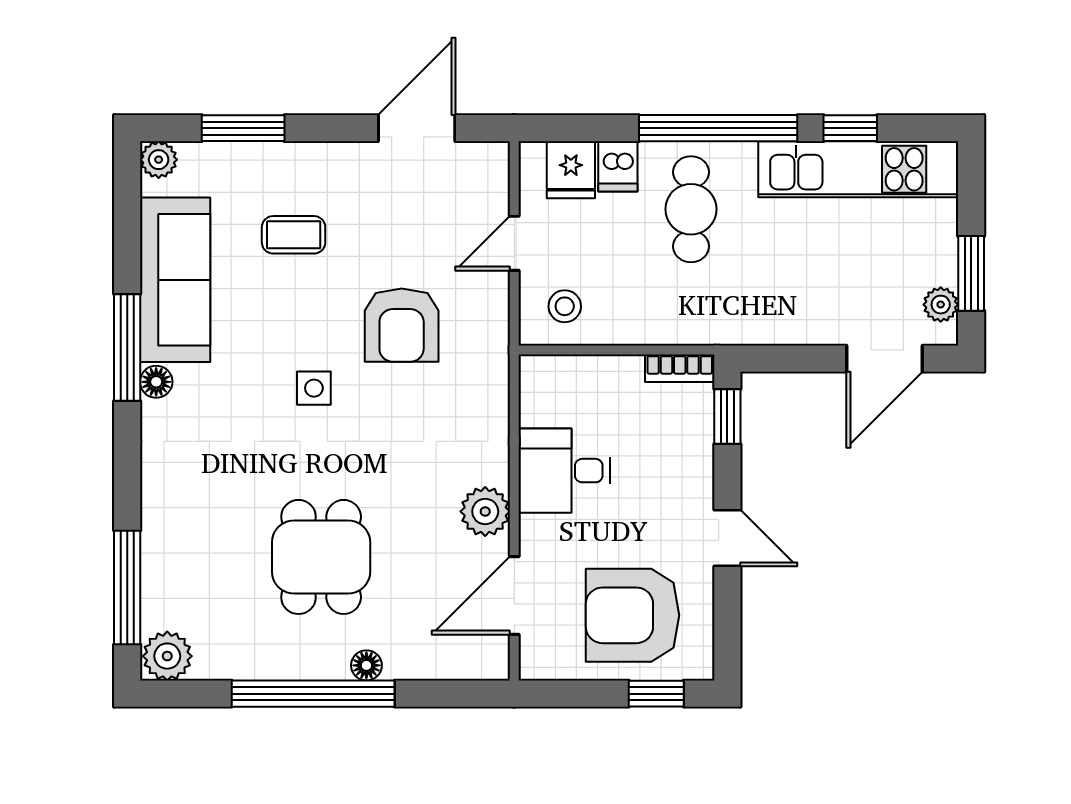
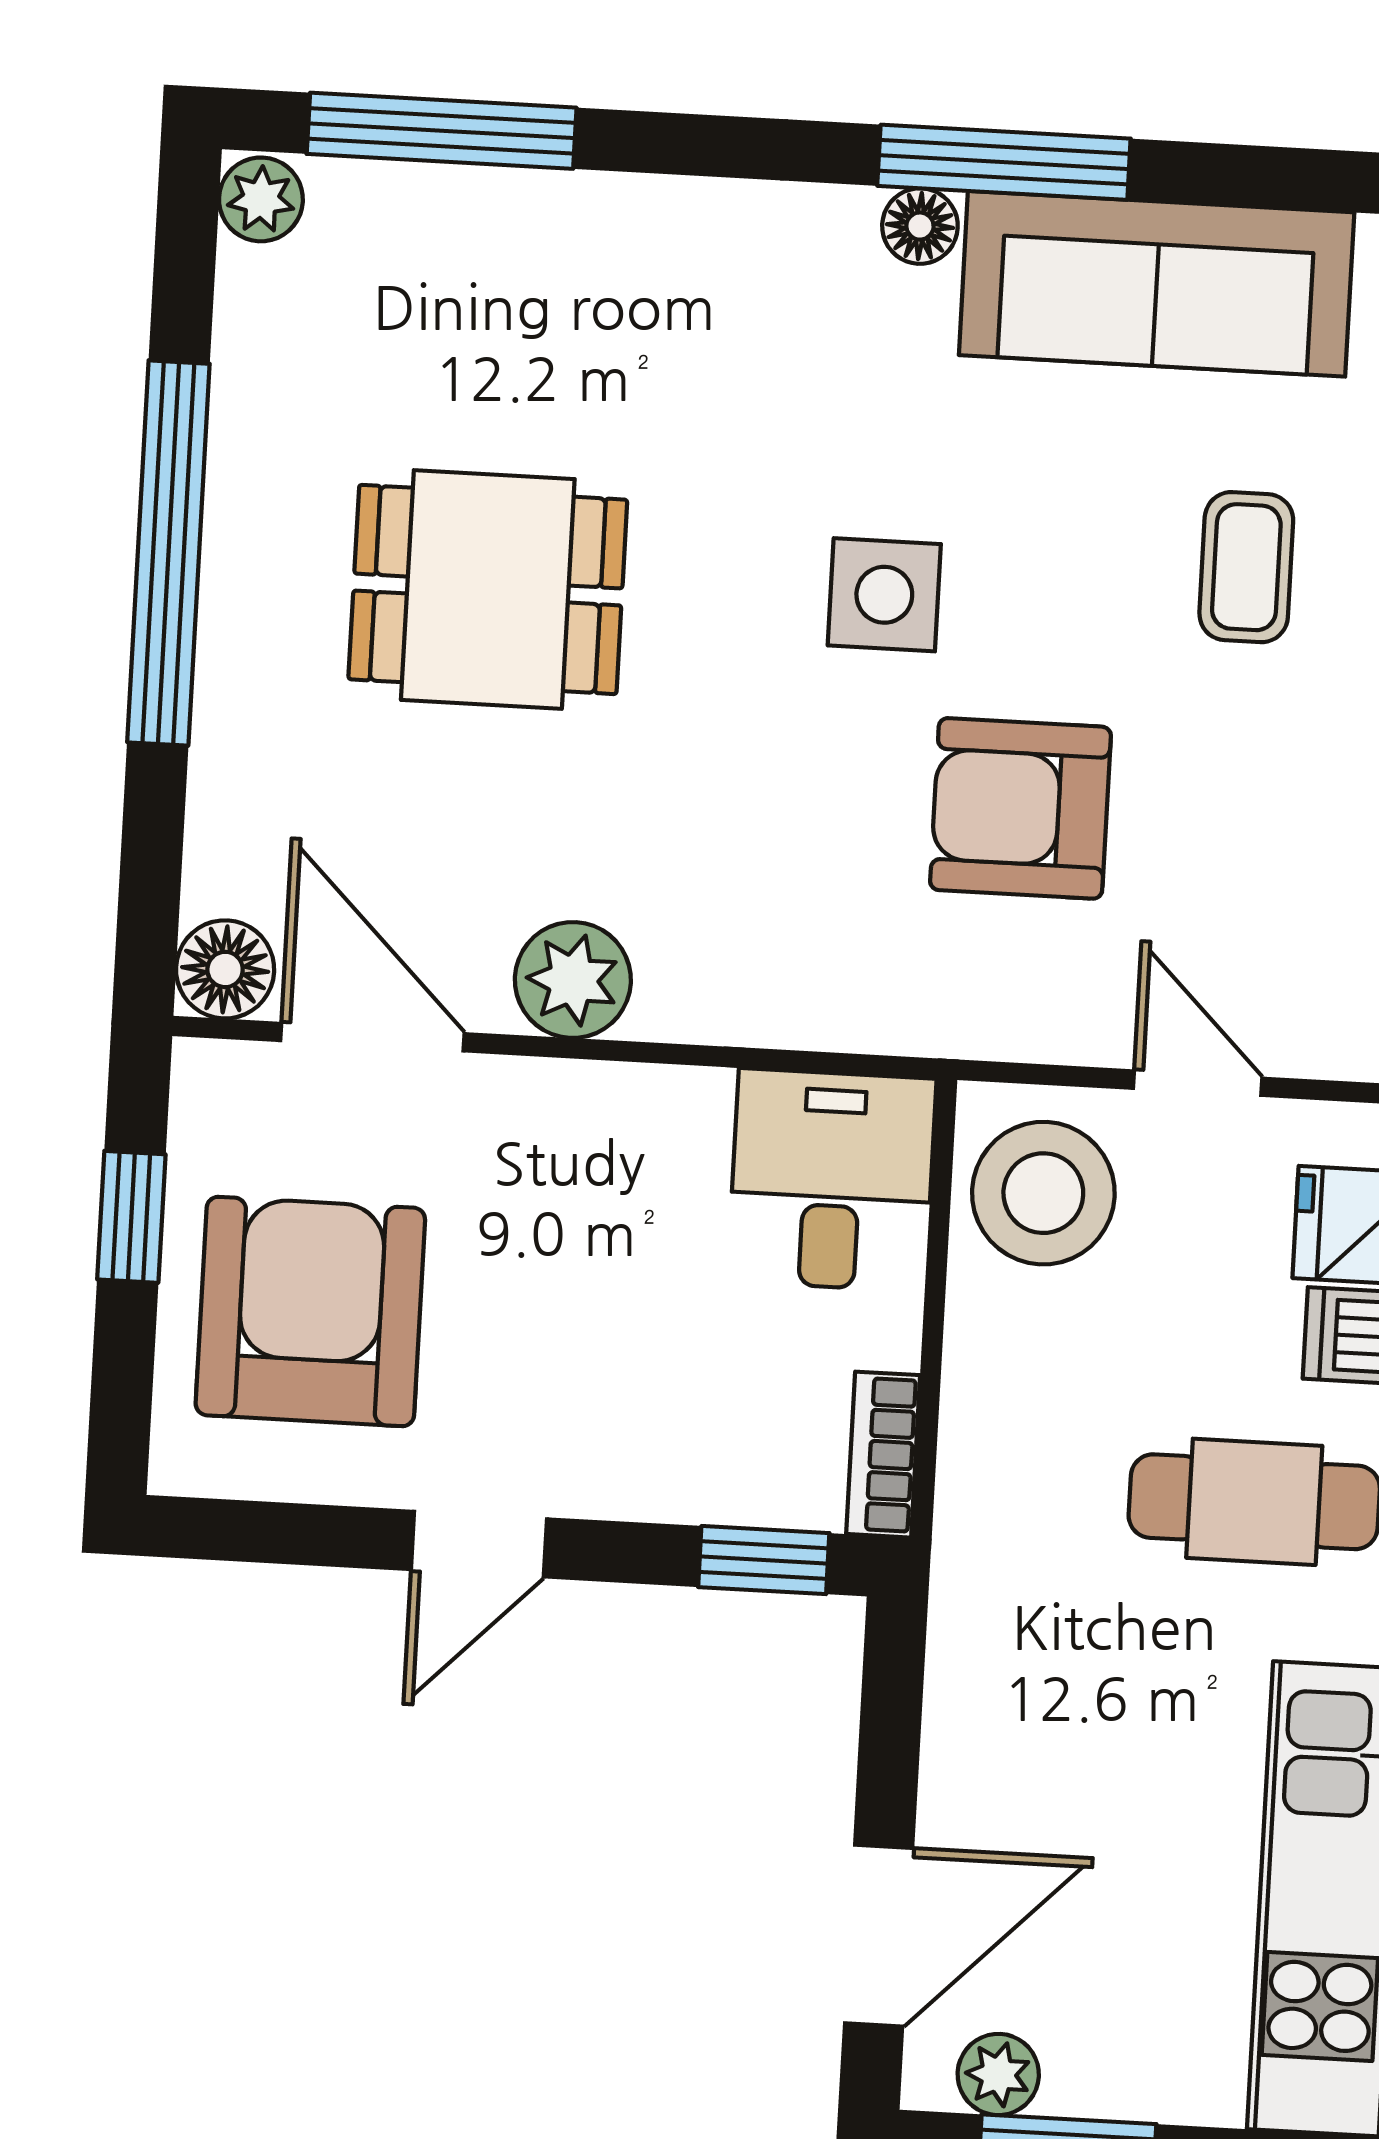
stool: (565, 306) -> (1043, 1193), width x1.89, depth x1.89
door: (884, 359) -> (879, 1936), swing flipped
side table: (314, 388) -> (884, 595), width x1.37, depth x1.37
desk: (564, 471) -> (832, 1180), moved
plant: (167, 656) -> (261, 199), width x0.73, depth x0.73
floor lamp: (366, 665) -> (225, 969), moved, width x1.37, depth x1.37
window: (656, 694) -> (131, 1217), moved

